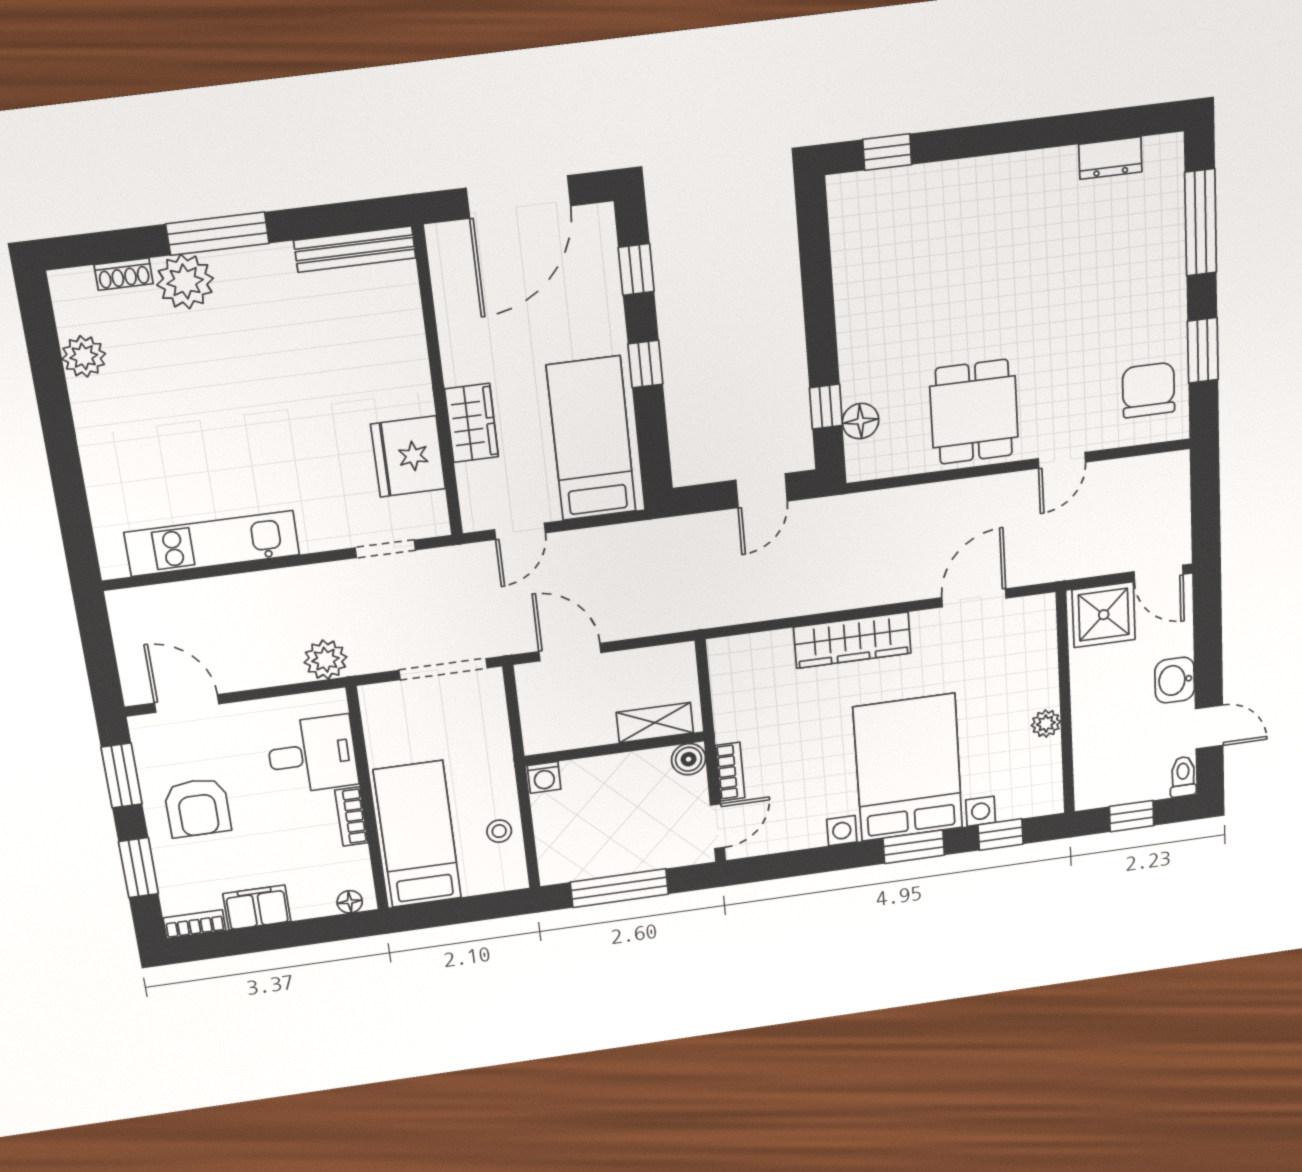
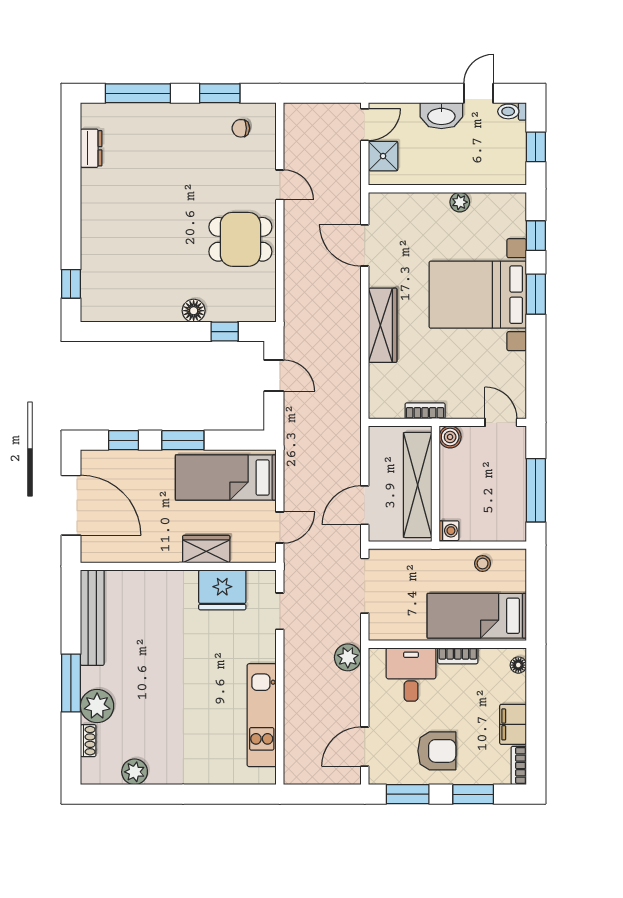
bench: (355, 249) -> (92, 618), width x1.37, depth x1.21
window: (645, 364) -> (183, 440), width x1.50
chair: (1149, 390) -> (241, 128), width x0.54, depth x0.54
floor lamp: (861, 421) -> (194, 311), moved
door: (520, 531) -> (280, 528), hinge flipped
shower: (1104, 615) -> (383, 156), width x0.73, depth x0.73
washbasin: (1175, 680) -> (441, 116), width x1.38
shelving: (655, 723) -> (418, 485), width x2.20, depth x1.33
bookcase: (730, 772) -> (425, 411), moved

